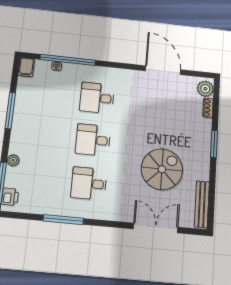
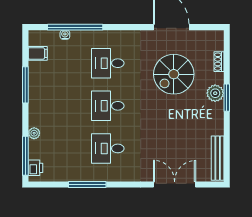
filing cabinet: (26, 67) -> (38, 53), moved, turned -90
plant: (205, 89) -> (215, 93), moved
spiral stairs: (162, 169) -> (174, 74), moved, turned 180

